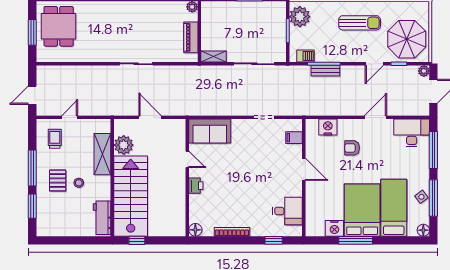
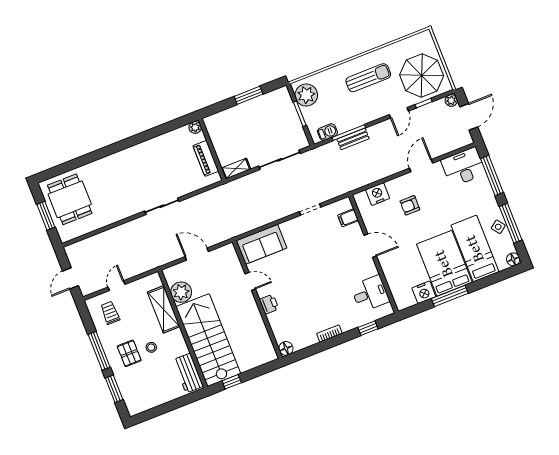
bookcase: (232, 232) -> (329, 334), width x0.64

